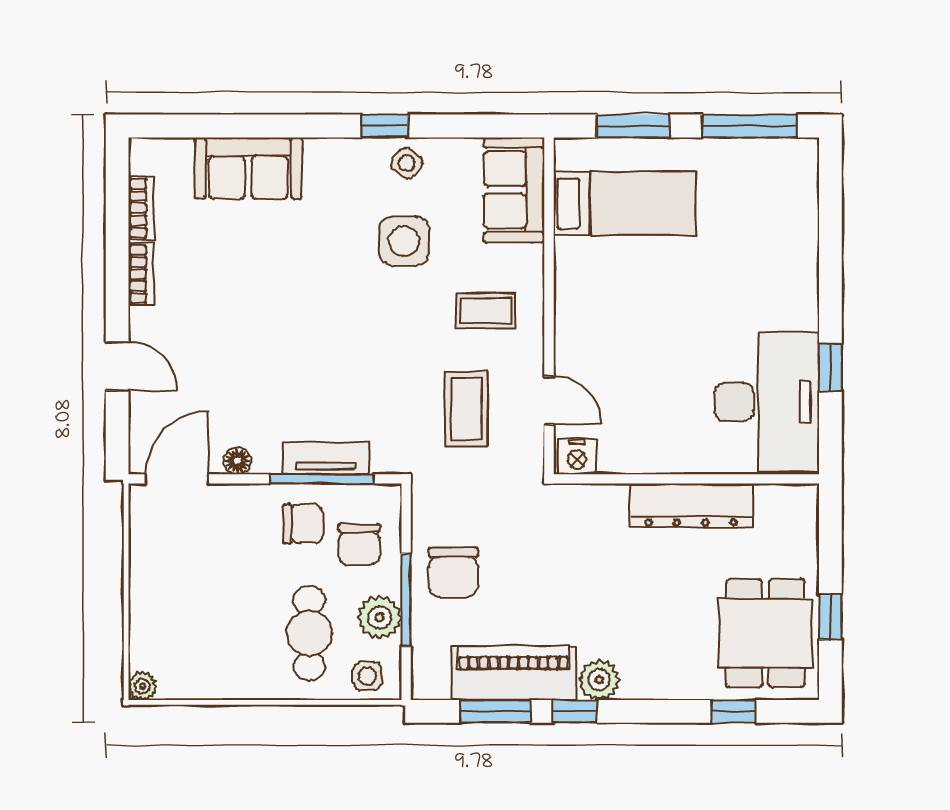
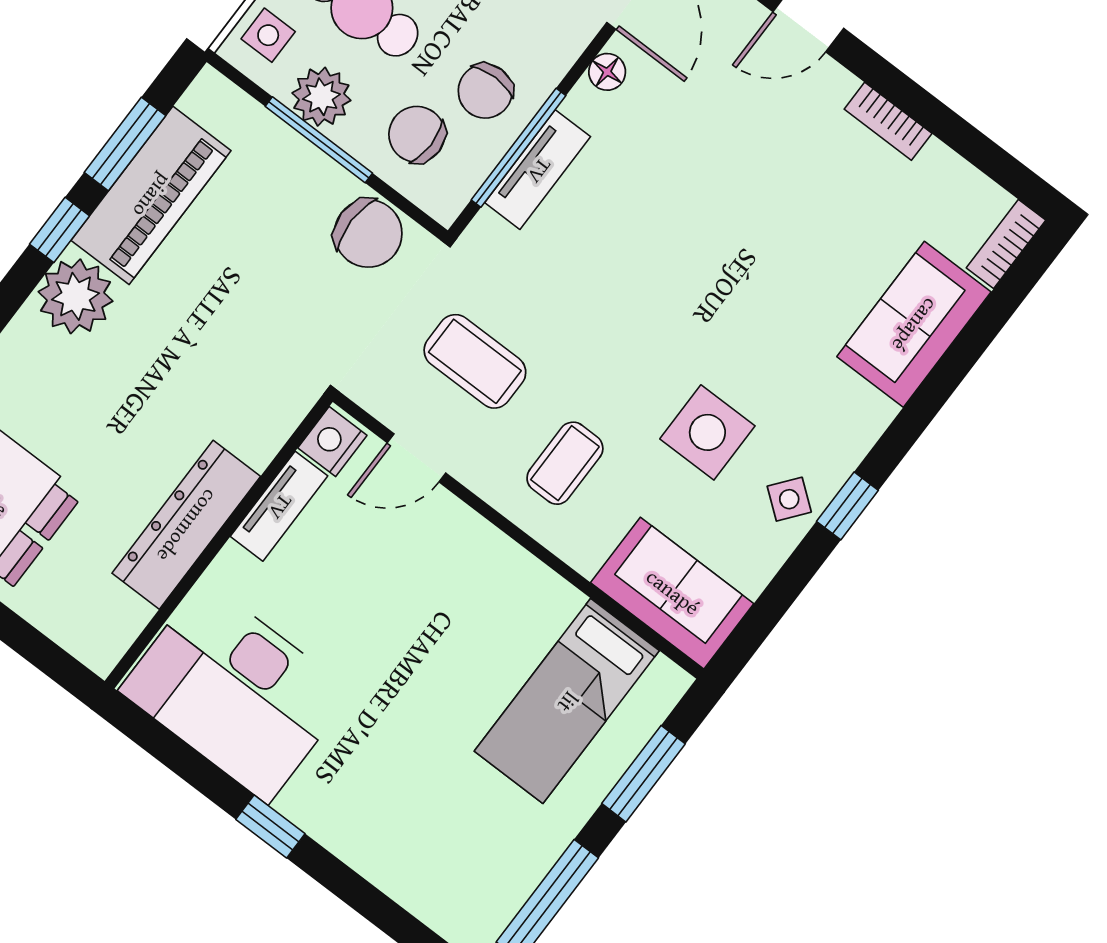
bookcase: (141, 208) -> (1006, 244), moved, turned 90
window: (830, 367) -> (270, 826), moved
tv unit: (639, 459) -> (279, 506), added
chair: (453, 572) -> (368, 233), moved, turned 180
plant: (599, 680) -> (76, 296), width x1.36, depth x1.36

